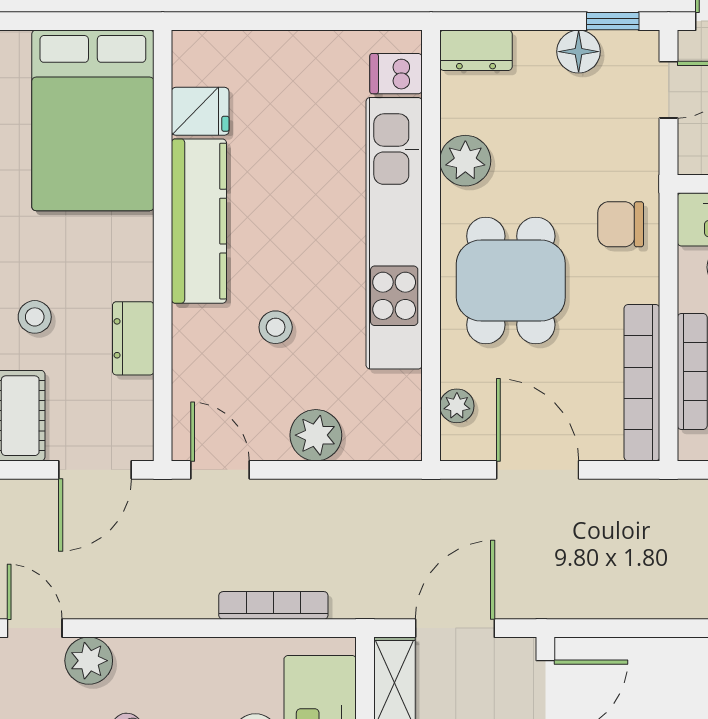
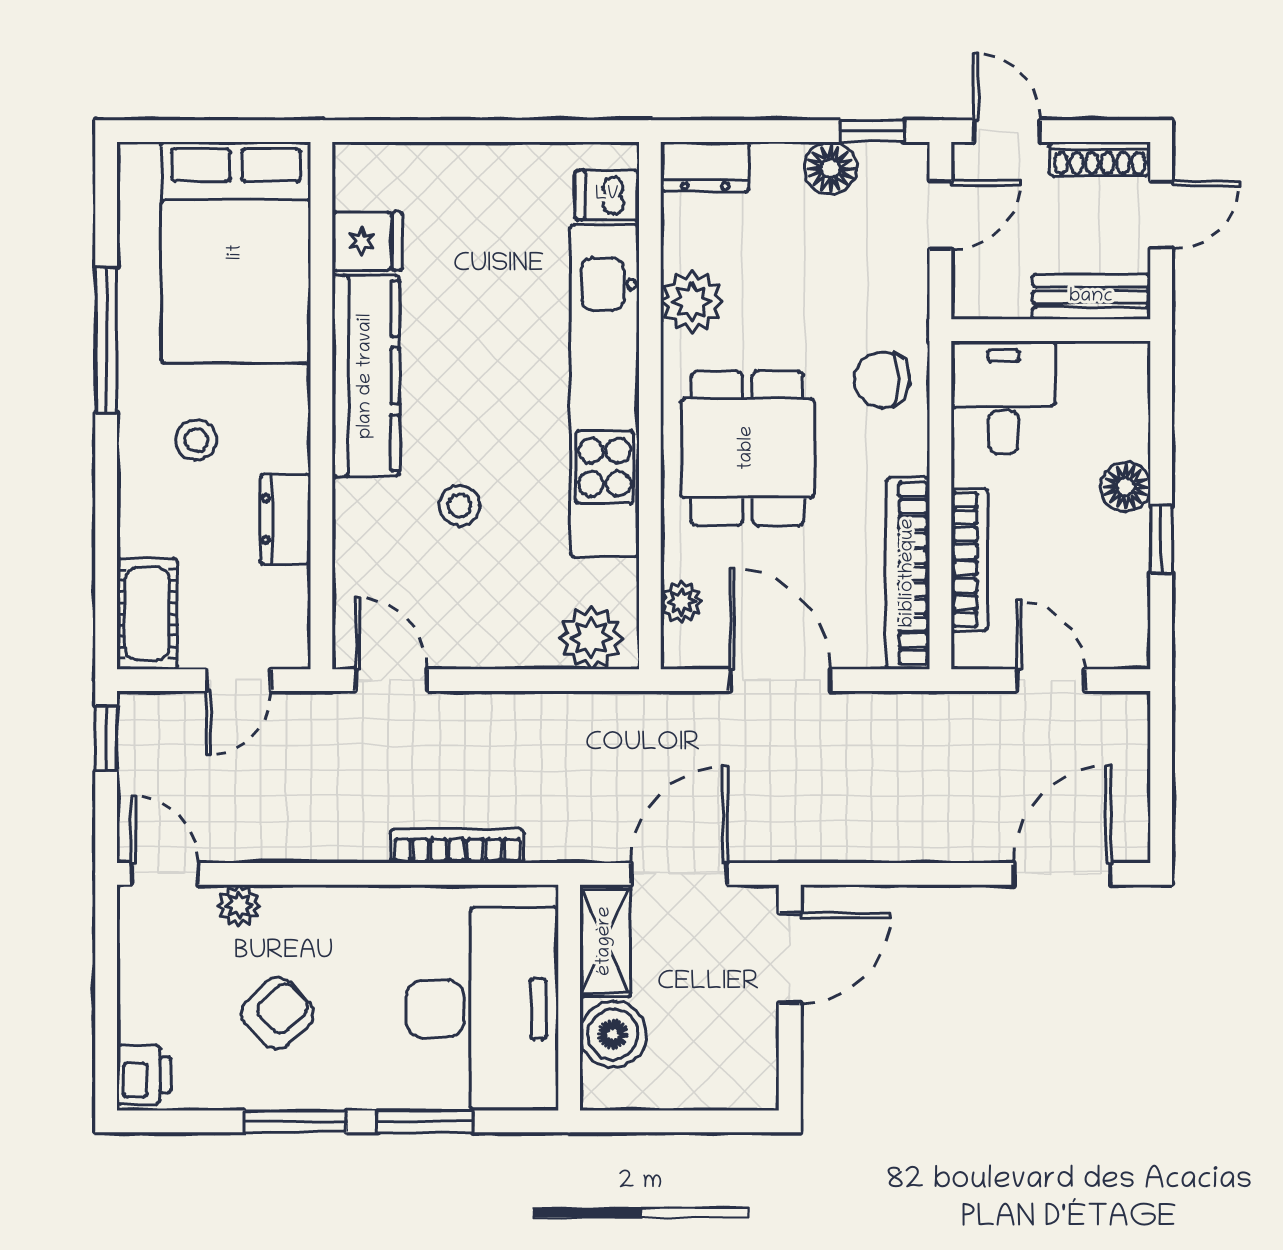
stool: (35, 317) -> (196, 440), moved
plant: (316, 435) -> (591, 638), moved
door: (95, 470) -> (239, 680), width x0.73
plant: (89, 661) -> (239, 906), width x0.73, depth x0.73

